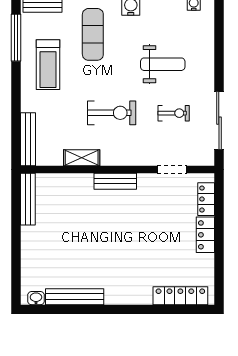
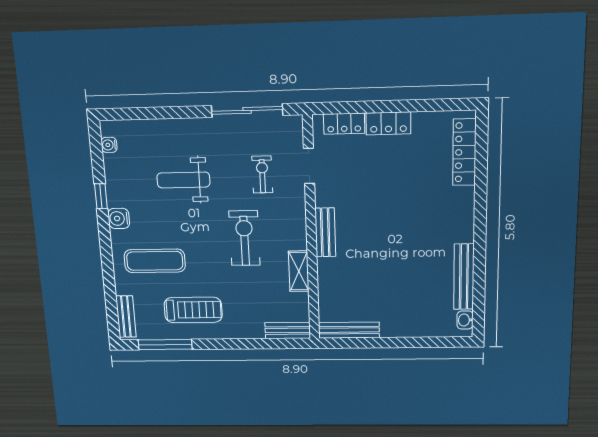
weight bench: (163, 64) -> (183, 180), turned -90
exercise bike: (174, 113) -> (262, 174), moved
bench: (28, 139) -> (288, 330), width x0.73

